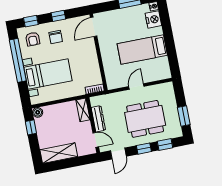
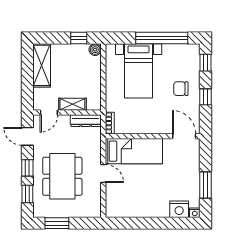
armchair: (33, 39) -> (184, 61), removed
bed: (142, 50) -> (134, 151), moved, turned 90
shelving: (83, 110) -> (72, 104), moved
dresser: (98, 119) -> (86, 121), moved

